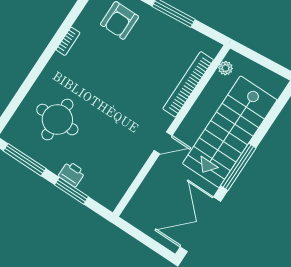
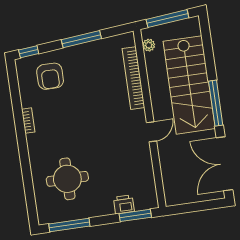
window: (261, 60) -> (167, 19), added
printer: (72, 174) -> (124, 204), moved
window: (72, 191) -> (135, 215), moved

